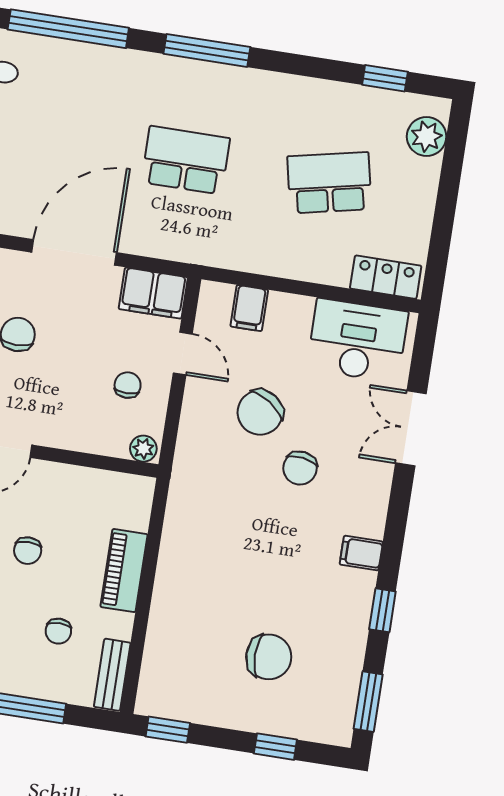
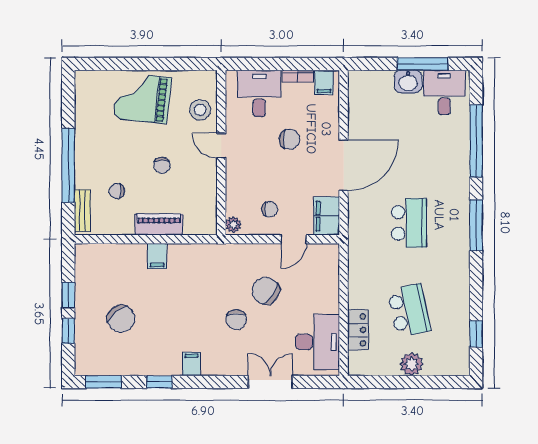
plant: (427, 137) -> (412, 364), moved
door: (74, 252) -> (344, 165), hinge flipped
locker: (386, 277) -> (358, 330), moved
filing cabinet: (249, 308) -> (157, 256), moved, turned -90
chair: (300, 468) -> (236, 320), turned -98
chair: (28, 551) -> (162, 165), turned -90
chair: (269, 657) -> (121, 319), turned -39
bench: (112, 675) -> (82, 211), moved, turned 90
window: (168, 730) -> (68, 295), moved

